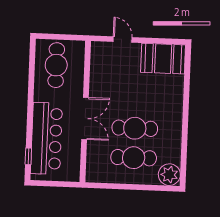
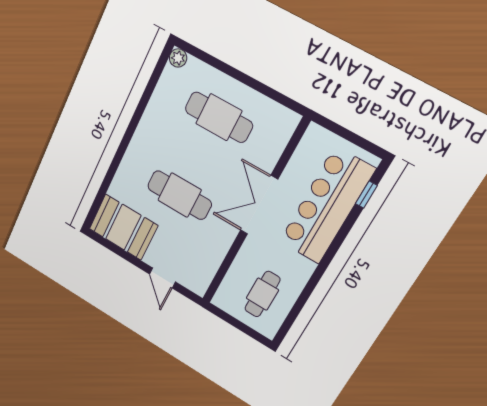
cafe table: (56, 65) -> (262, 294), width x0.73, depth x0.74
cafe table: (135, 128) -> (179, 195), moved
plant: (169, 175) -> (178, 58), width x0.53, depth x0.53

